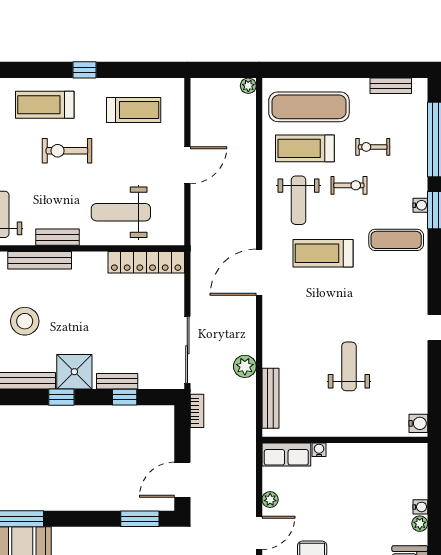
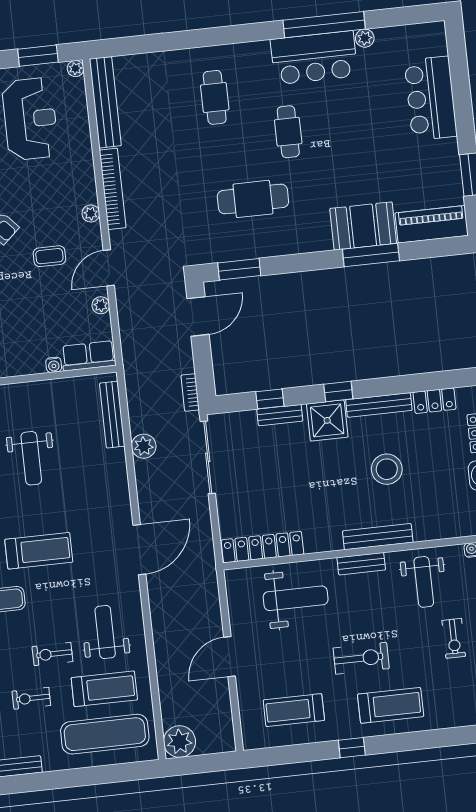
plant: (248, 86) -> (179, 742), width x1.87, depth x1.87
exercise bike: (373, 147) -> (31, 698), turned 180
treadmill: (323, 253) -> (39, 551), moved

